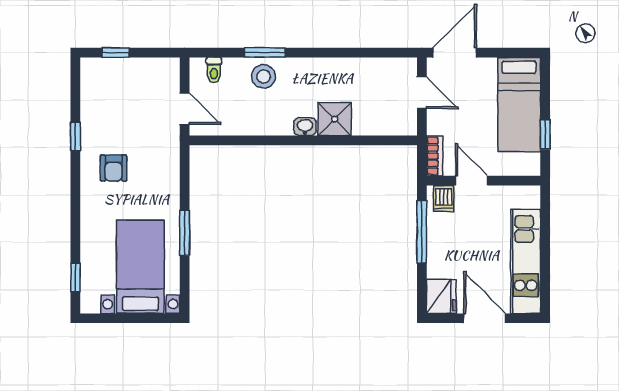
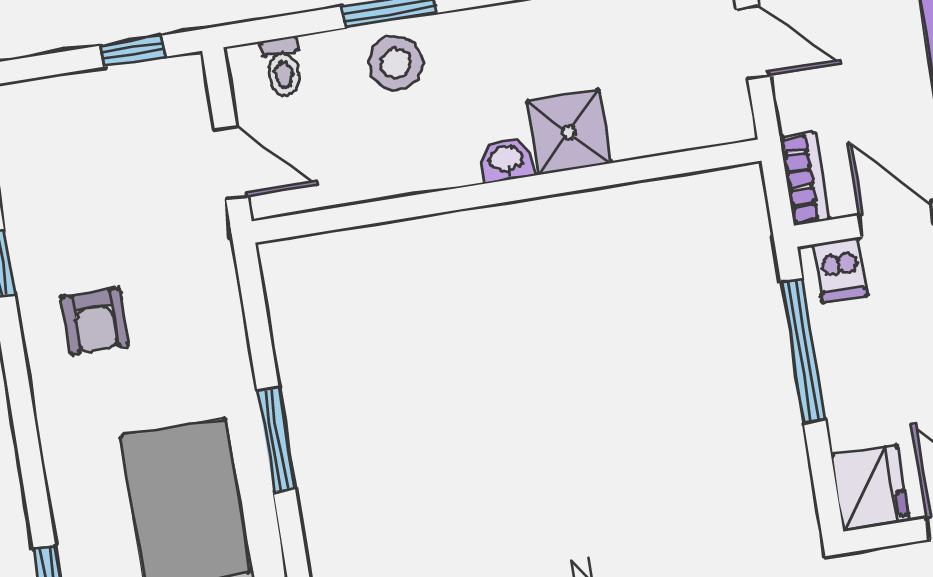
window: (115, 53) -> (132, 51), moved

